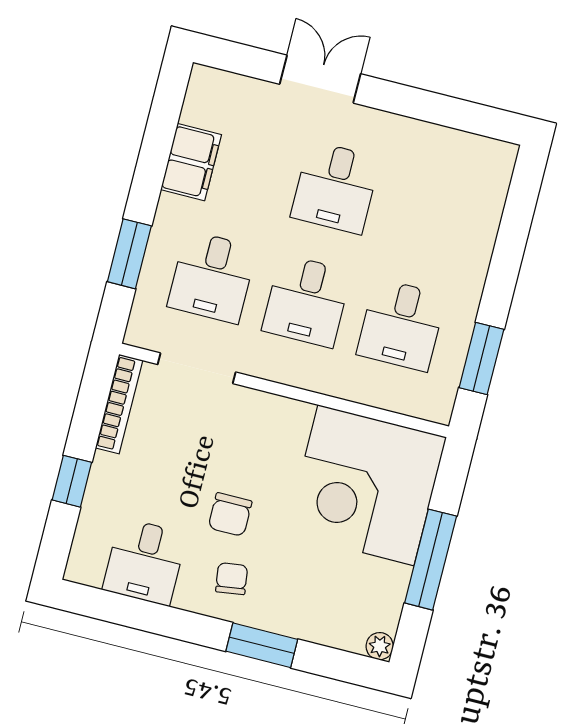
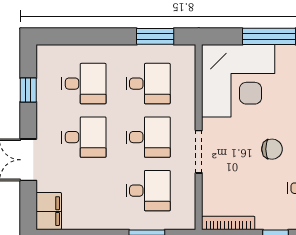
window: (443, 110) -> (28, 90), added
filing cabinet: (191, 162) -> (49, 211), moved, turned 90
desk: (430, 211) -> (84, 84), added
doorway: (197, 368) -> (199, 152), moved

